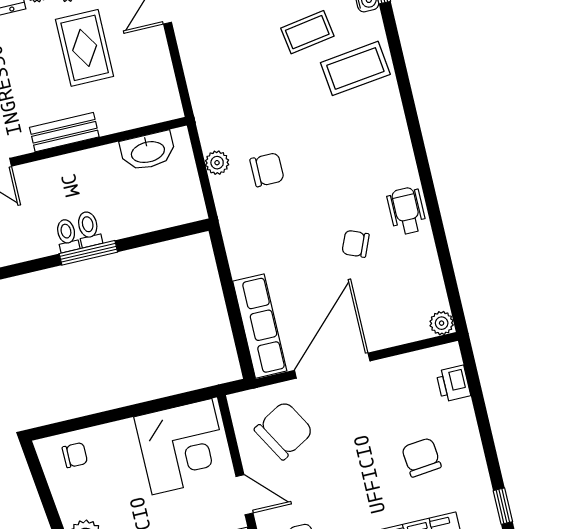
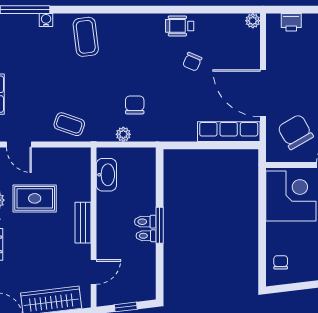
coffee table: (307, 32) -> (69, 124), moved, turned -62

